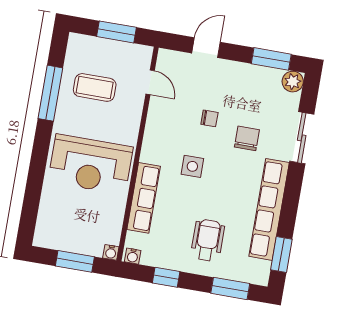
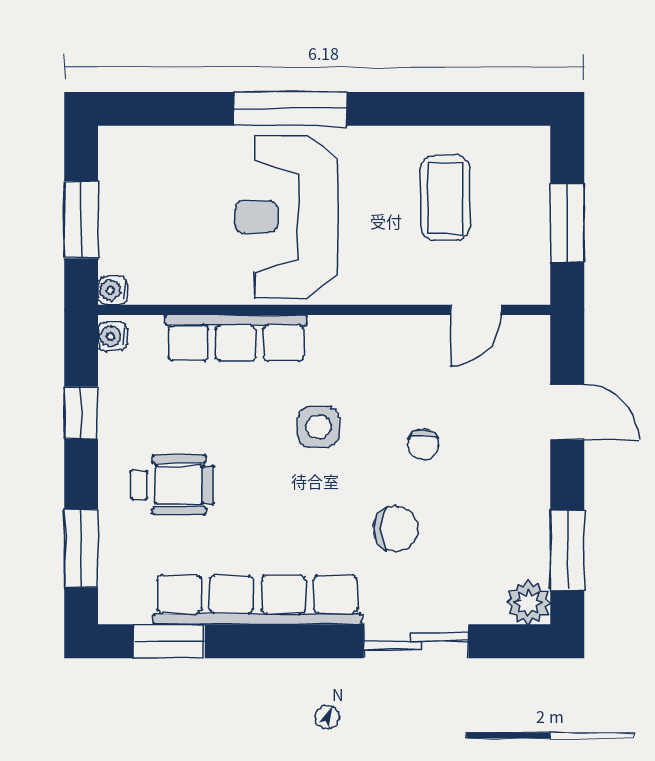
window: (50, 93) -> (290, 109), moved

